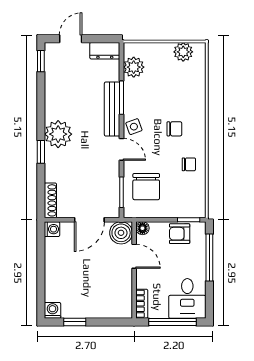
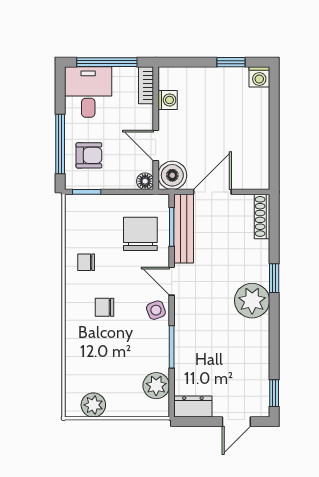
bench: (112, 109) -> (184, 229), moved
washing machine: (52, 229) -> (168, 100), moved, turned 180
armchair: (180, 234) -> (89, 155), moved

